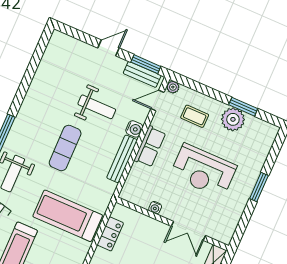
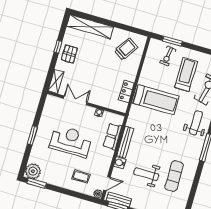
window: (243, 107) -> (37, 183), moved
plant: (233, 119) -> (33, 171), moved
row of seats: (150, 147) -> (112, 136), moved
exercise mat: (65, 148) -> (174, 176), moved

